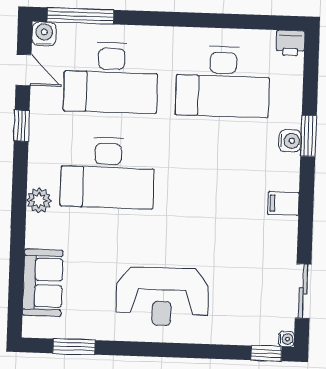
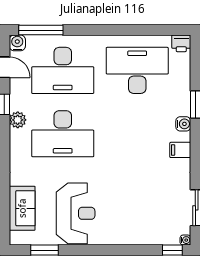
desk: (223, 82) -> (137, 70), turned 180
water cooler: (290, 141) -> (183, 124), moved
plant: (39, 200) -> (18, 120), moved
reception desk: (162, 297) -> (76, 213), moved, turned -90

